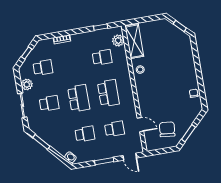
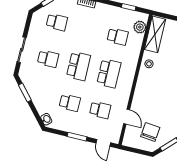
plant: (27, 84) -> (34, 32), removed

